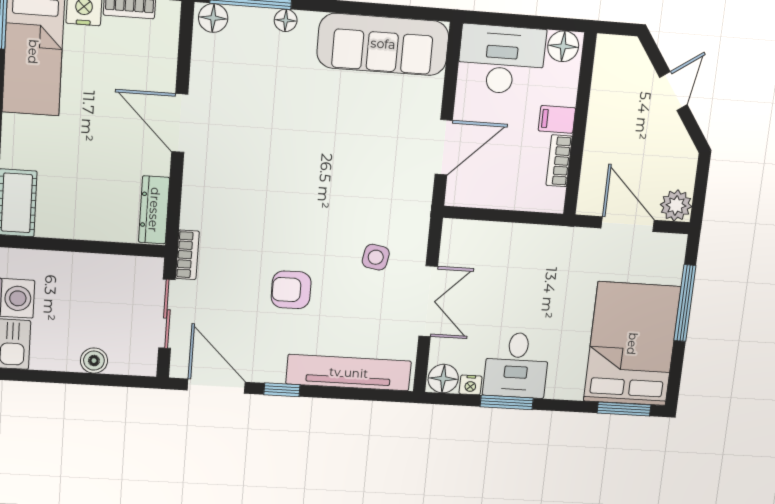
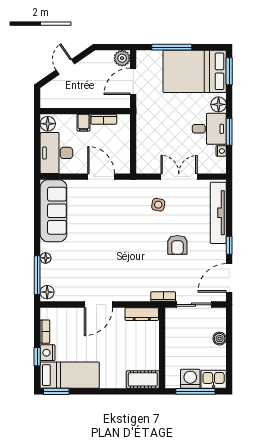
door: (673, 91) -> (65, 67), hinge flipped
floor lamp: (443, 379) -> (219, 104), moved

